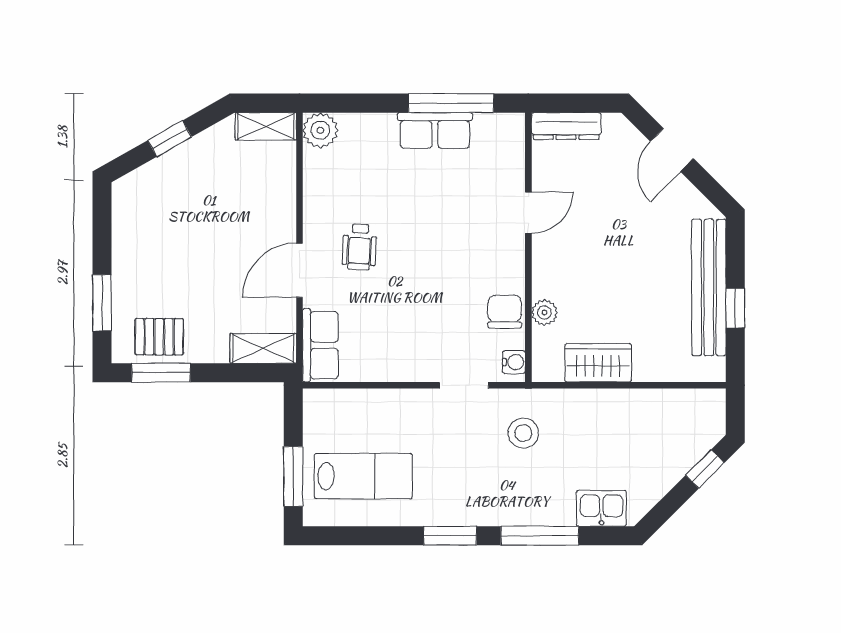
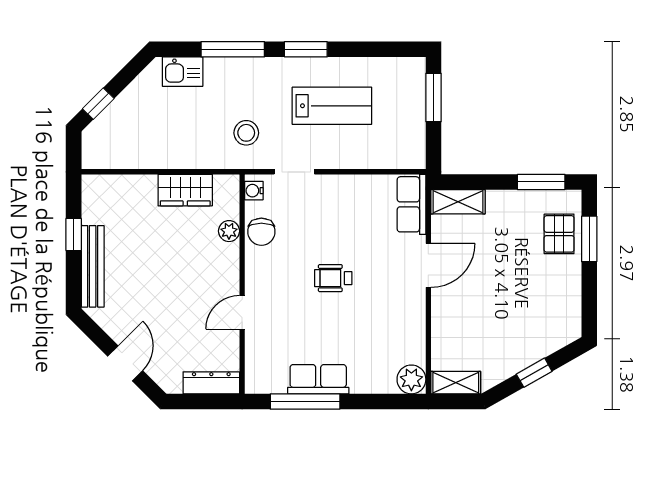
wheelchair: (359, 247) -> (333, 278), moved, turned -93
bench: (709, 287) -> (93, 266), width x0.73, depth x0.82
pallet: (159, 337) -> (559, 234), moved, turned 90
lab bench: (363, 476) -> (332, 106), moved, turned 180

